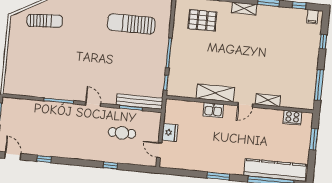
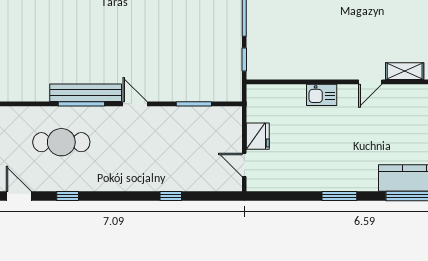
shelving: (215, 93) -> (322, 68), removed
bench: (140, 102) -> (86, 93), moved
cafe table: (122, 133) -> (61, 142), moved, width x1.37, depth x1.35

